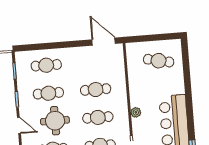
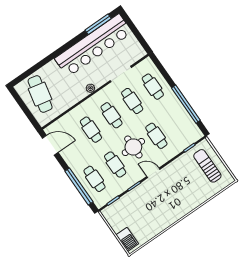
door: (104, 42) -> (50, 145), swing flipped
window: (48, 46) -> (79, 187), added
cafe table: (159, 61) -> (40, 94), width x1.37, depth x1.35
door: (19, 125) -> (153, 173), hinge flipped

